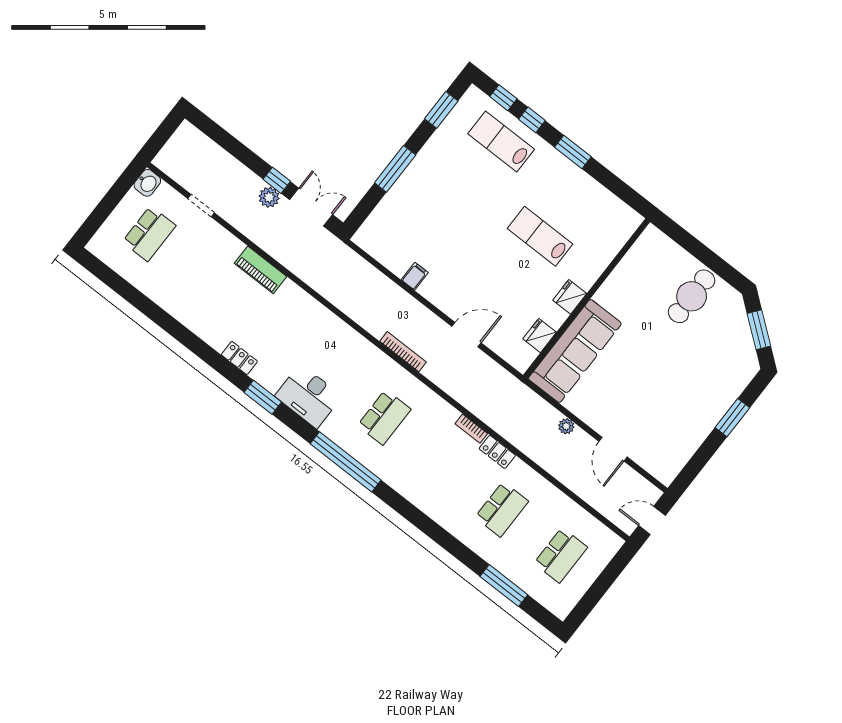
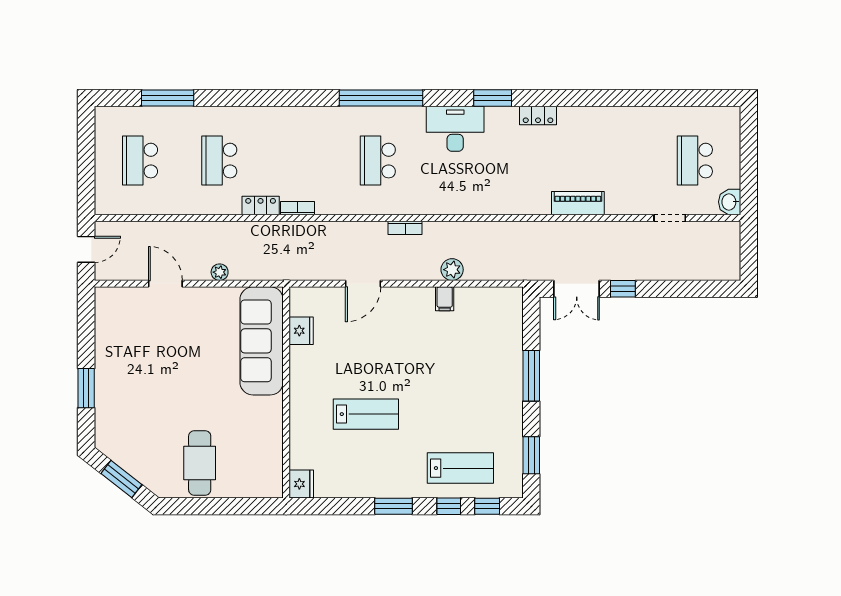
plant: (269, 197) -> (452, 270), moved
fridge: (570, 297) -> (301, 484), moved
bookcase: (403, 352) -> (405, 228), width x0.64

